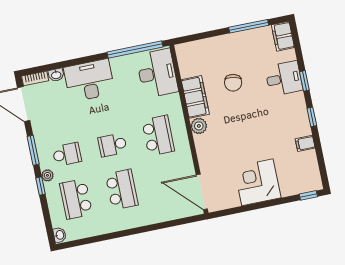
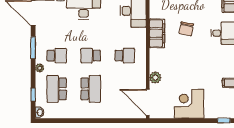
plant: (199, 126) -> (155, 78), moved
school desk: (158, 136) -> (125, 56), width x0.54
window: (41, 186) -> (33, 95), moved

